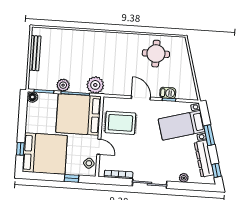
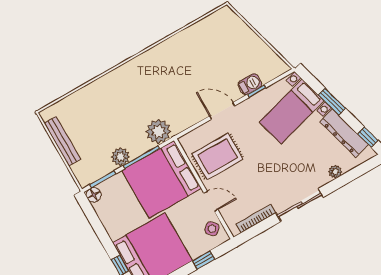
round table: (156, 54) -> (205, 47), removed

